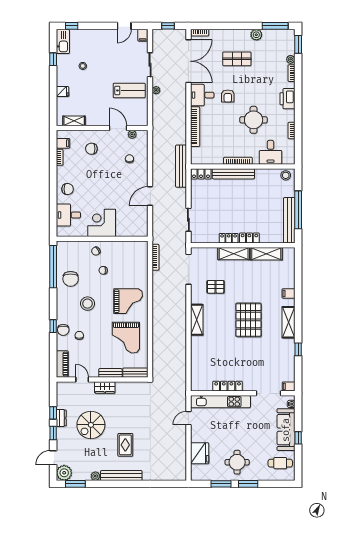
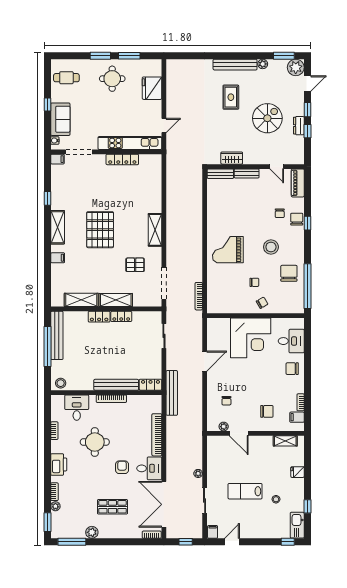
lab bench: (129, 90) -> (245, 491), moved
corner desk: (102, 223) -> (251, 338), width x1.36, depth x1.36
grand piano: (126, 338) -> (230, 211), removed
wardrobe: (105, 387) -> (232, 158), moved
sofa: (286, 430) -> (60, 119), width x0.73

